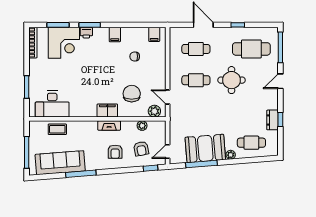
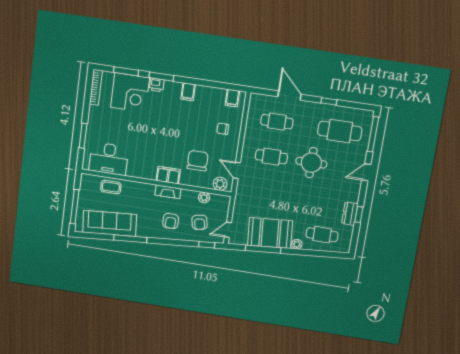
chair: (135, 56) -> (223, 129), moved

